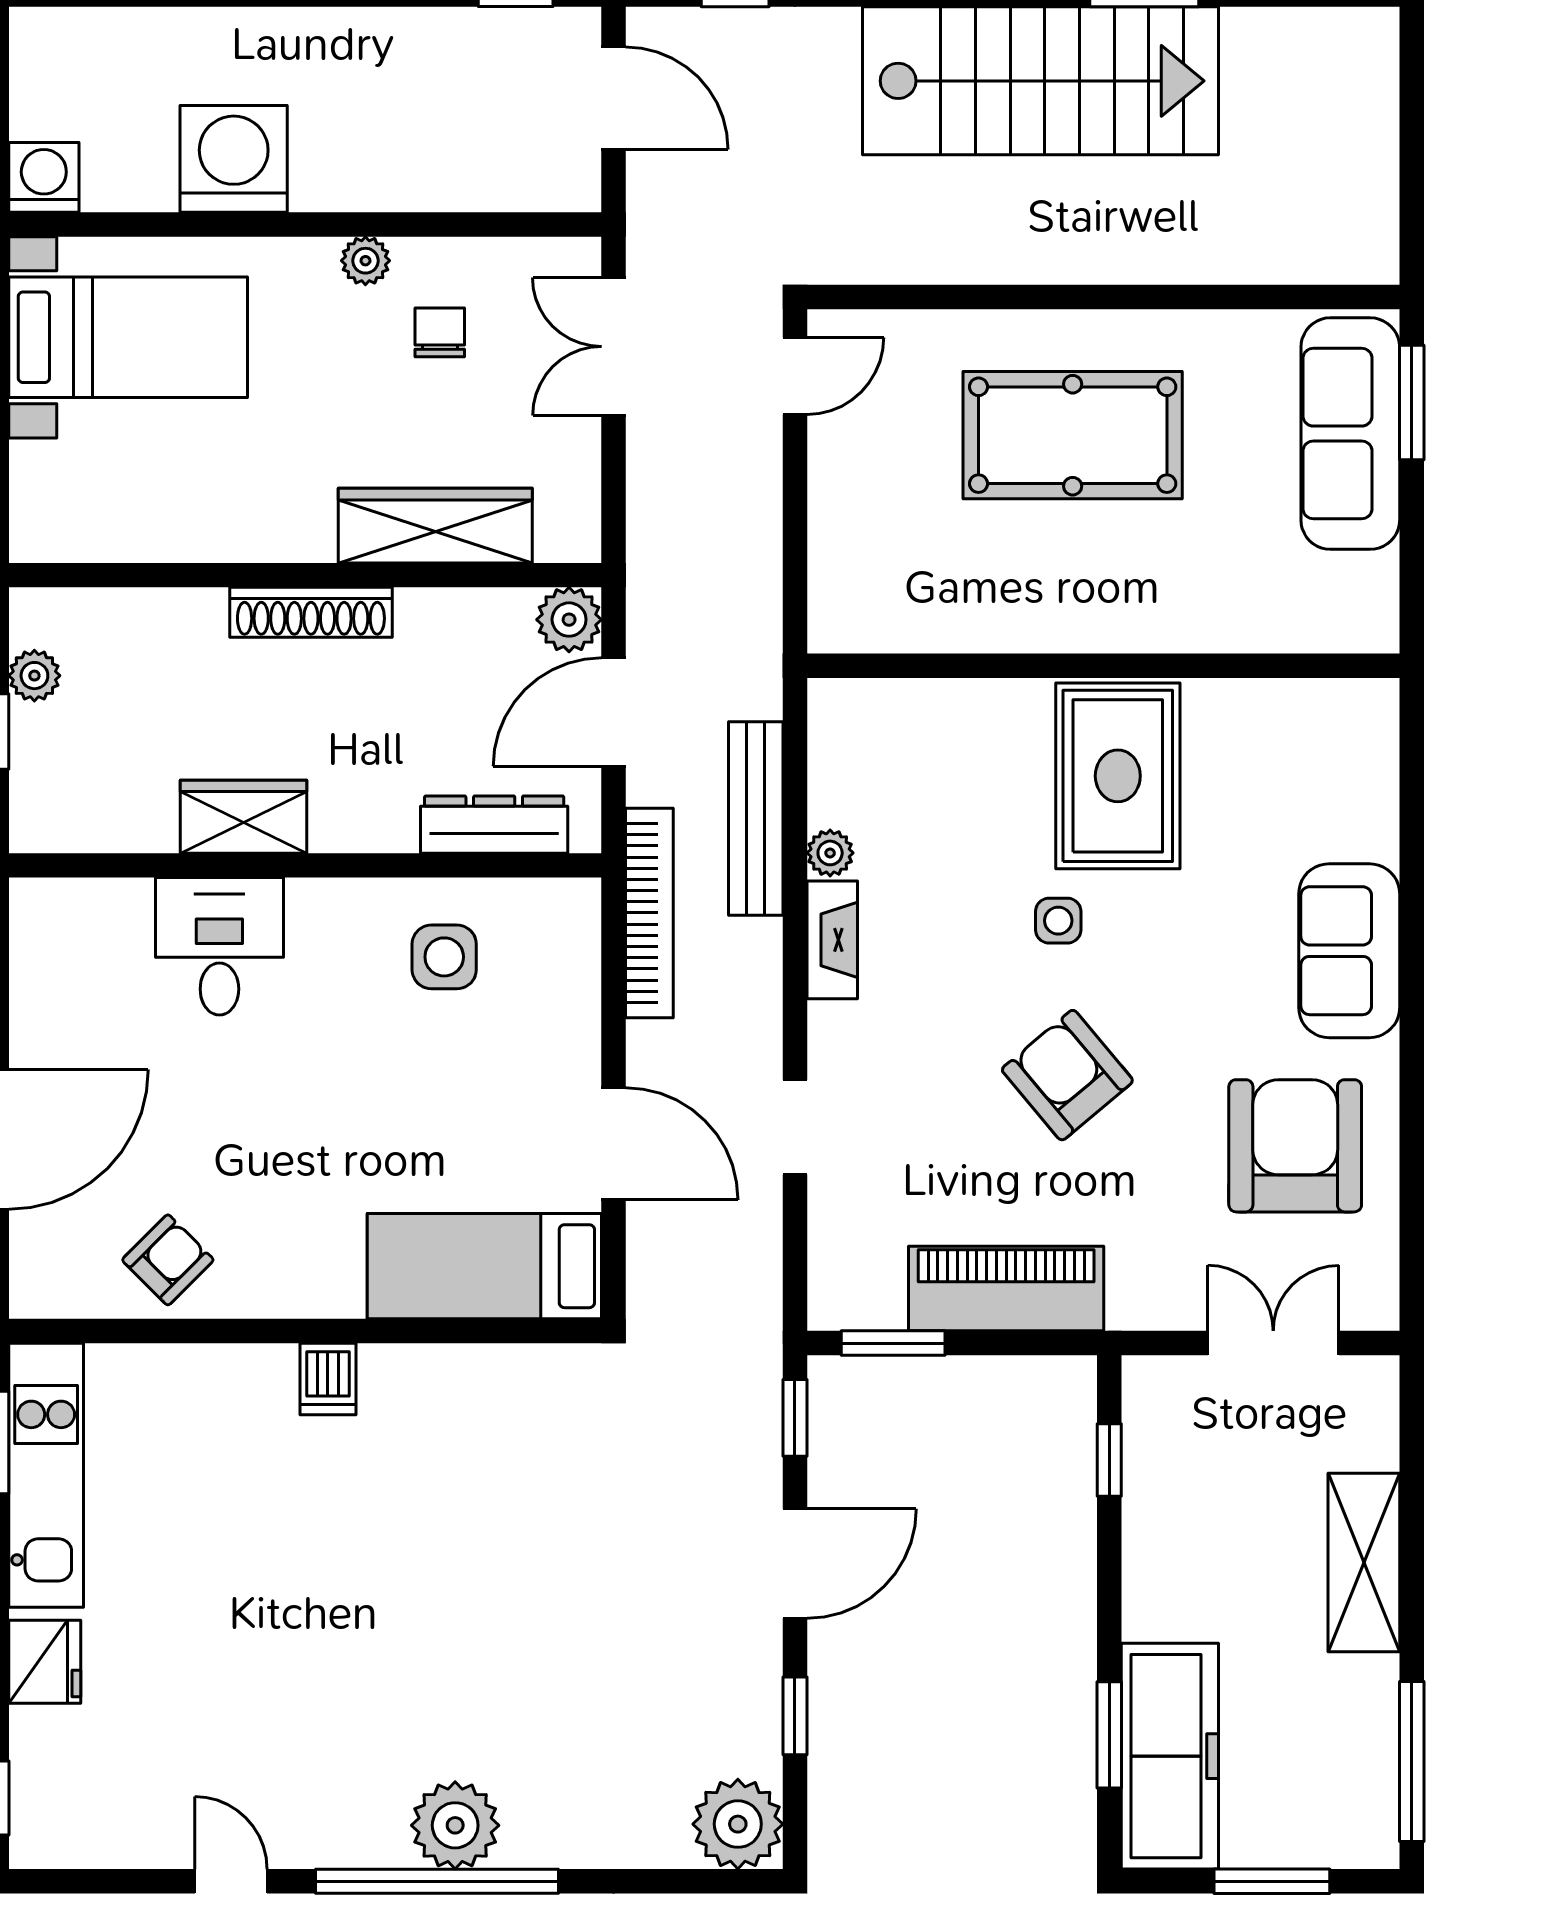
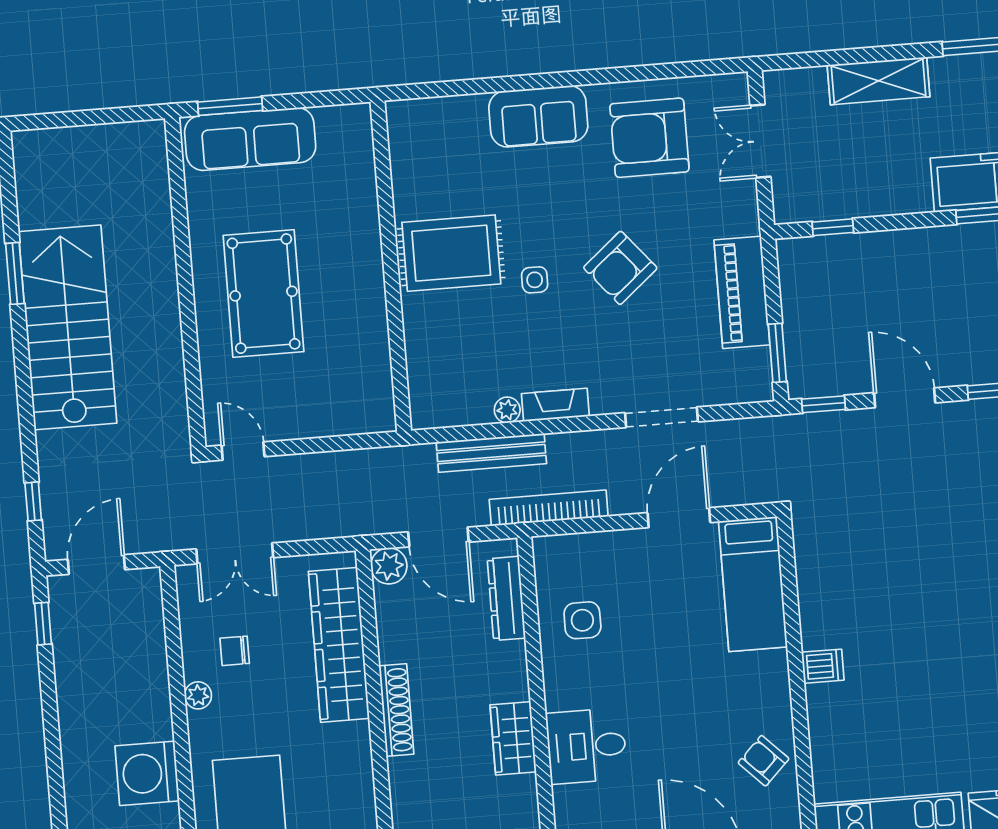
wardrobe: (435, 526) -> (339, 645), width x1.40, depth x1.17
doorway: (795, 1127) -> (661, 417), width x1.38

